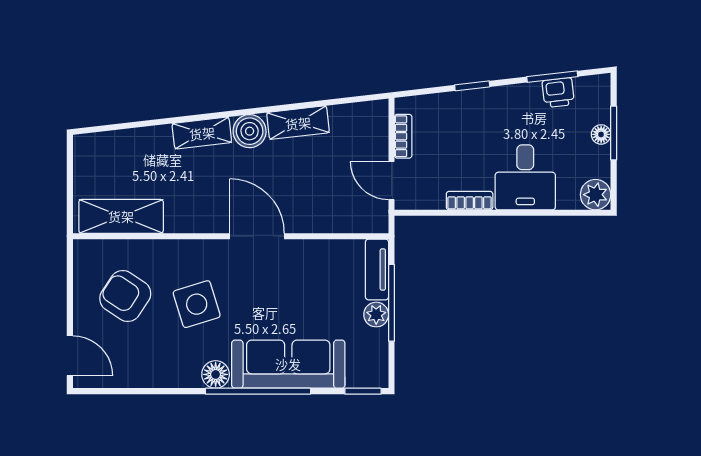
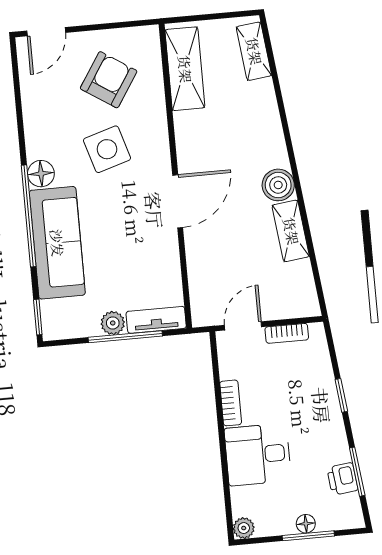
shelving: (202, 133) -> (254, 51), moved
plant: (596, 195) -> (244, 528), width x0.73, depth x0.73

